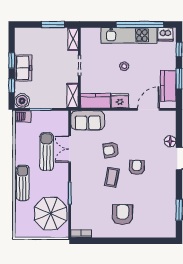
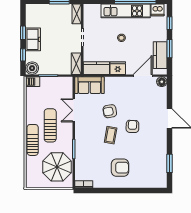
floor lamp: (170, 141) -> (162, 82), moved
sun lounger: (47, 152) -> (50, 125), moved
armchair: (123, 215) -> (120, 168), turned 90

